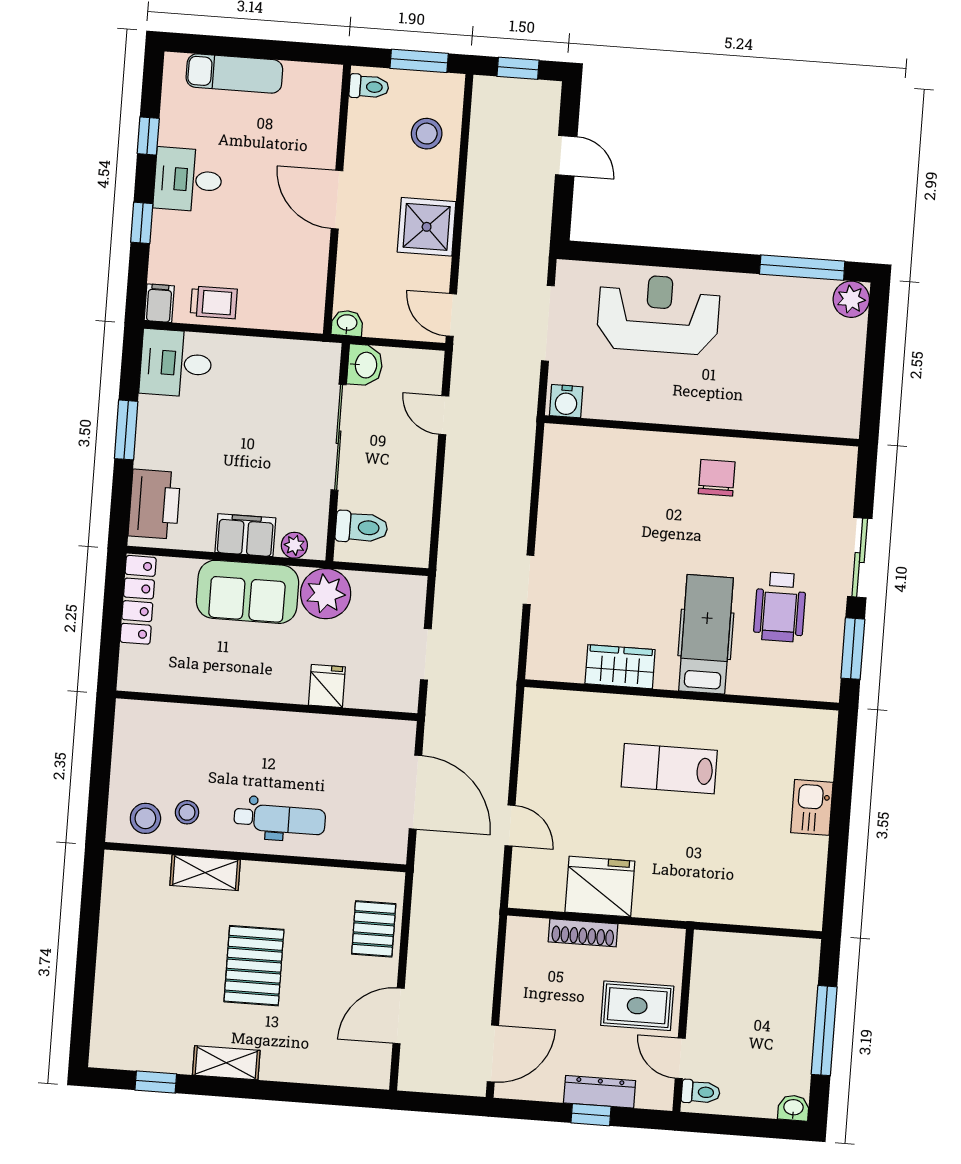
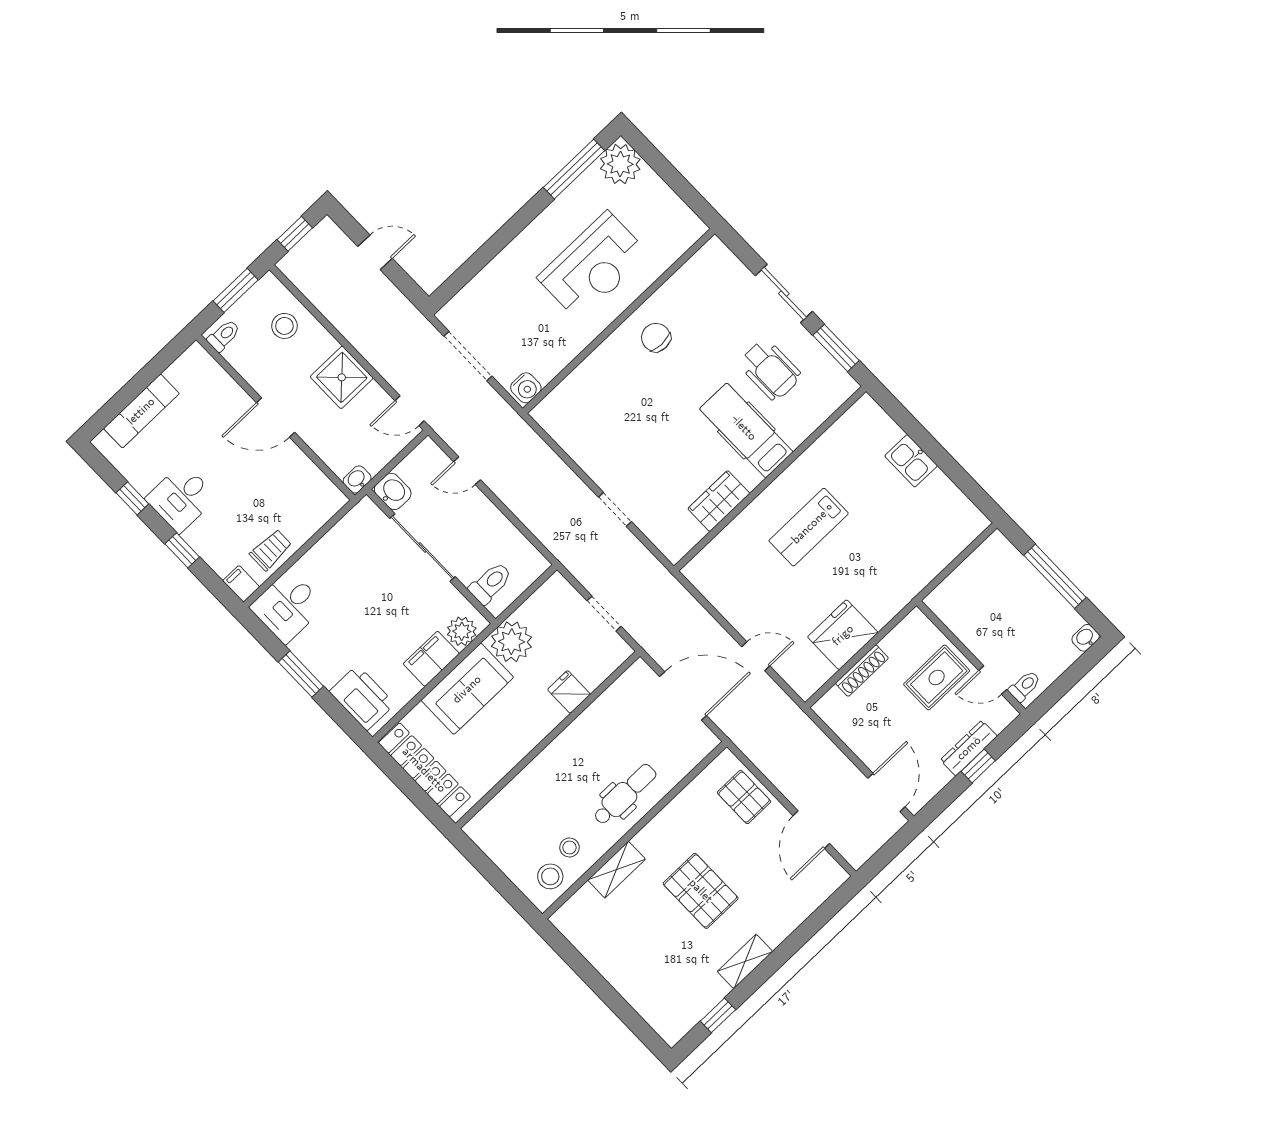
plant: (851, 299) -> (620, 164), width x1.36, depth x1.36
reception desk: (658, 314) -> (593, 266), moved, turned 180
plant: (294, 545) -> (462, 631), width x1.38, depth x1.38
locker: (138, 600) -> (424, 770), width x1.41, depth x1.21

